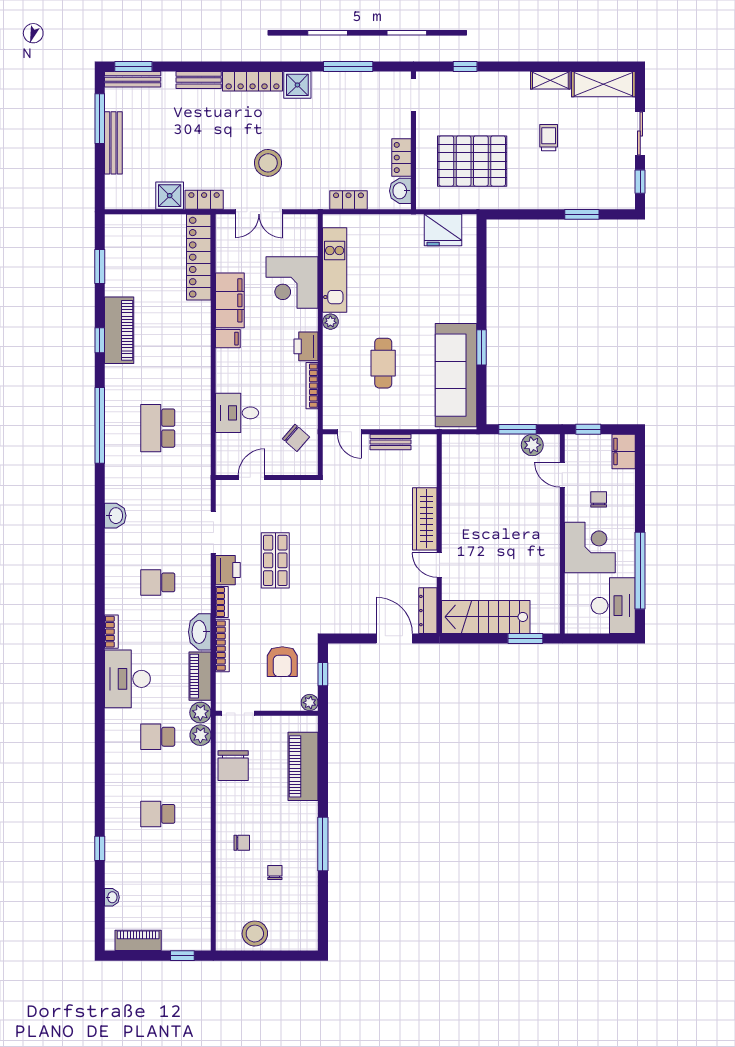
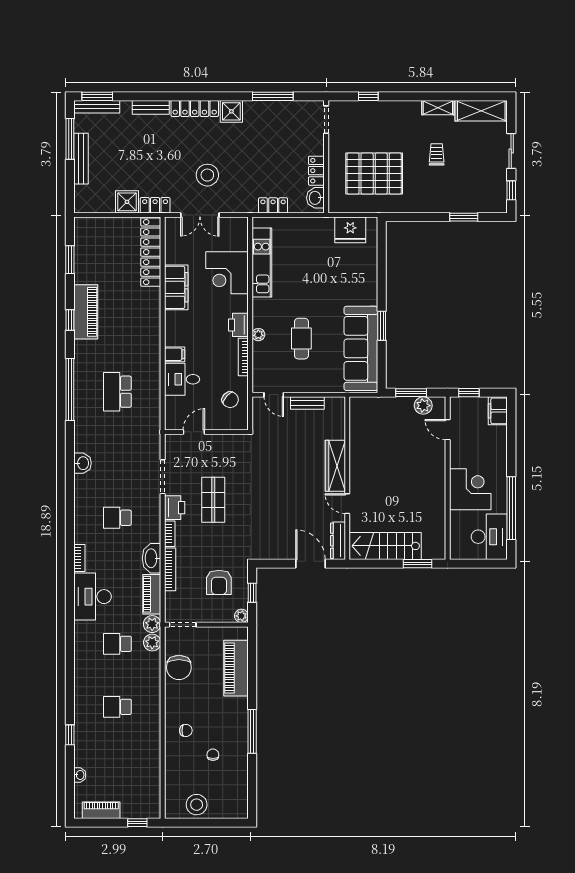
plant: (330, 322) -> (258, 335), moved
filing cabinet: (228, 339) -> (175, 354), moved
chair: (599, 499) -> (477, 450), removed

